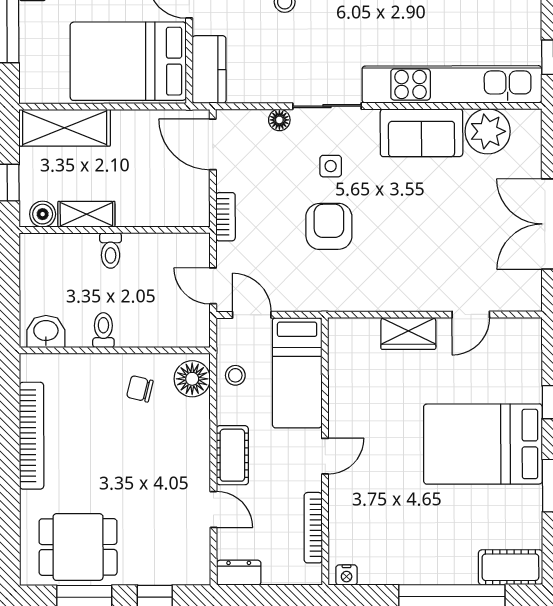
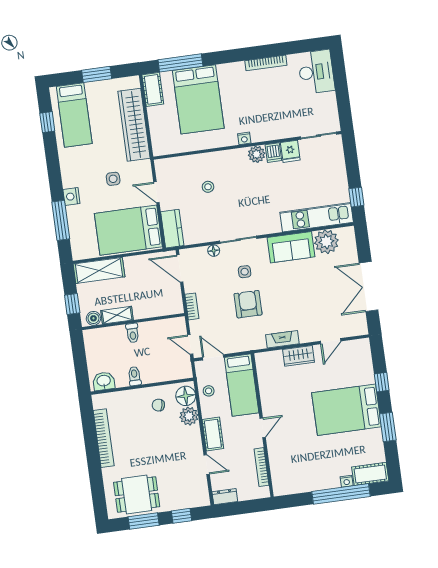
kitchen unit: (452, 84) -> (317, 217), width x0.73
fireplace: (383, 299) -> (282, 339), added
plant: (193, 416) -> (189, 416), added
nightstand: (347, 575) -> (347, 481), moved

